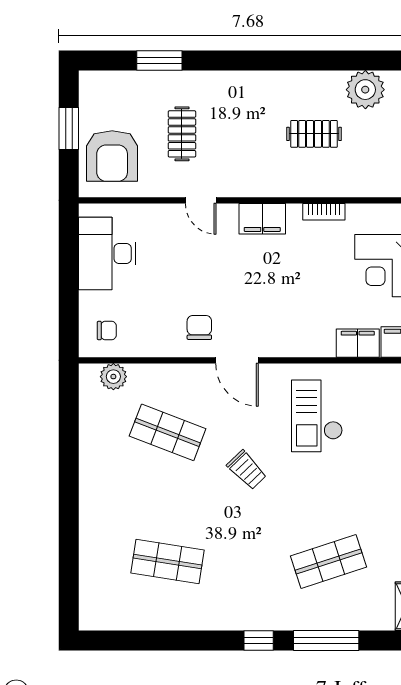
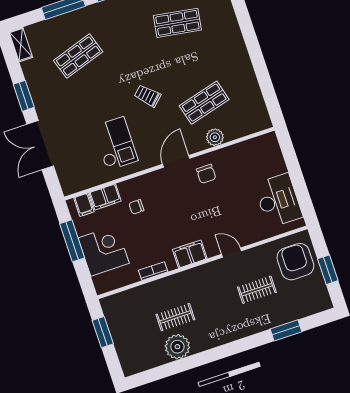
plant: (365, 90) -> (177, 347), moved
clothes rail: (182, 134) -> (257, 290), turned 90
chair: (107, 331) -> (136, 207), moved
door: (237, 360) -> (176, 161), hinge flipped
plant: (113, 377) -> (215, 137), moved
shop shelf: (168, 432) -> (204, 103), turned -36

